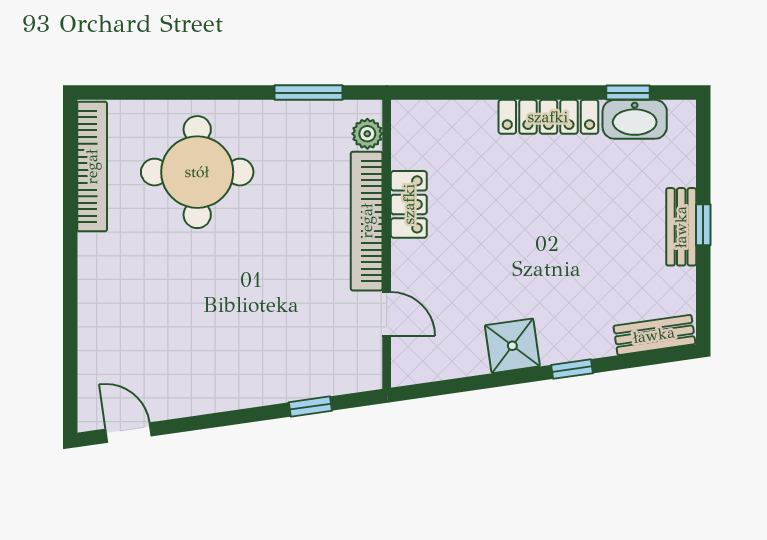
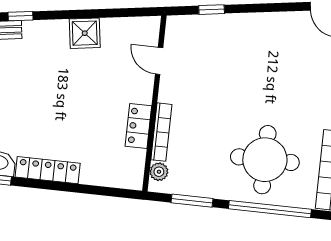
window: (180, 93) -> (270, 209), added
bookcase: (367, 221) -> (161, 132), width x0.68, depth x0.76
window: (572, 369) -> (20, 16), moved

